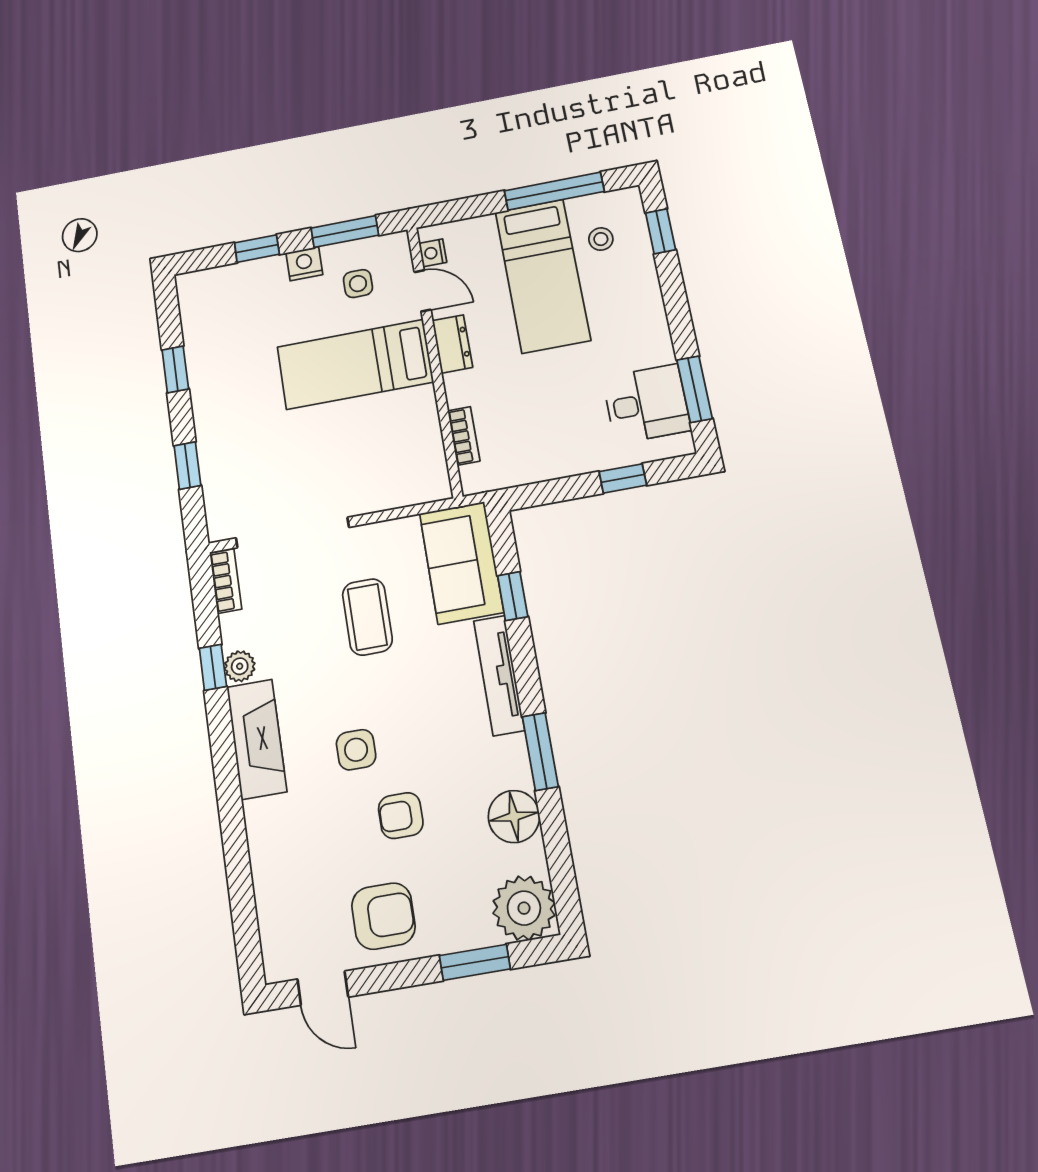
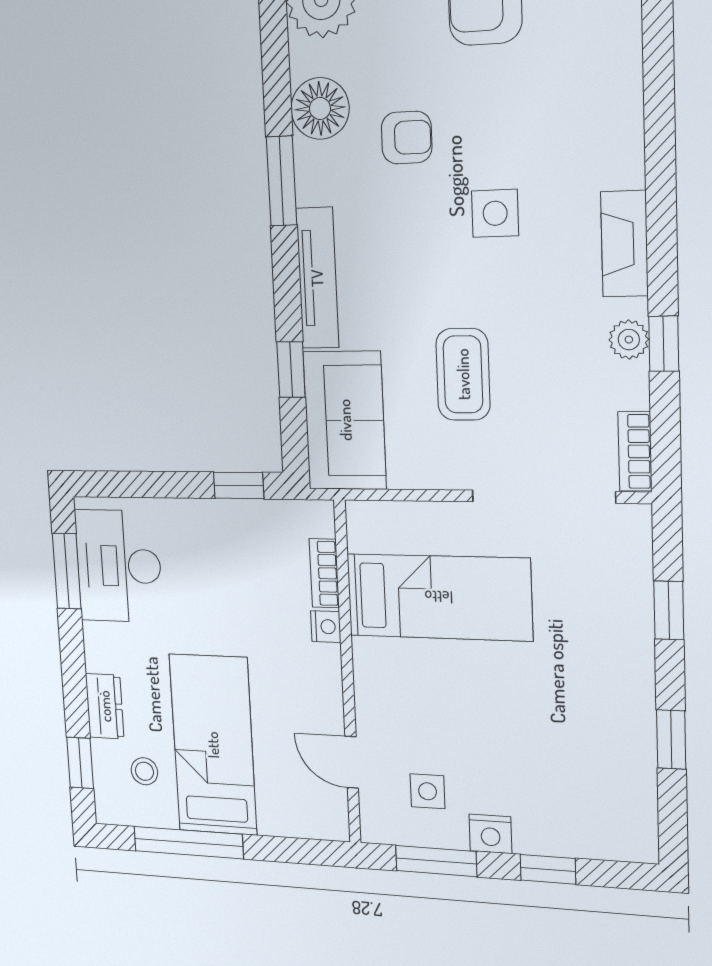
nightstand: (433, 253) -> (326, 627), moved
dresser: (452, 344) -> (105, 706), moved, turned 180
bed: (355, 364) -> (439, 597), moved
desk: (647, 404) -> (119, 566), width x1.37
window: (623, 478) -> (239, 485), moved
fireplace: (257, 739) -> (624, 244), width x0.73, depth x0.76
armchair: (401, 816) -> (407, 138), moved

